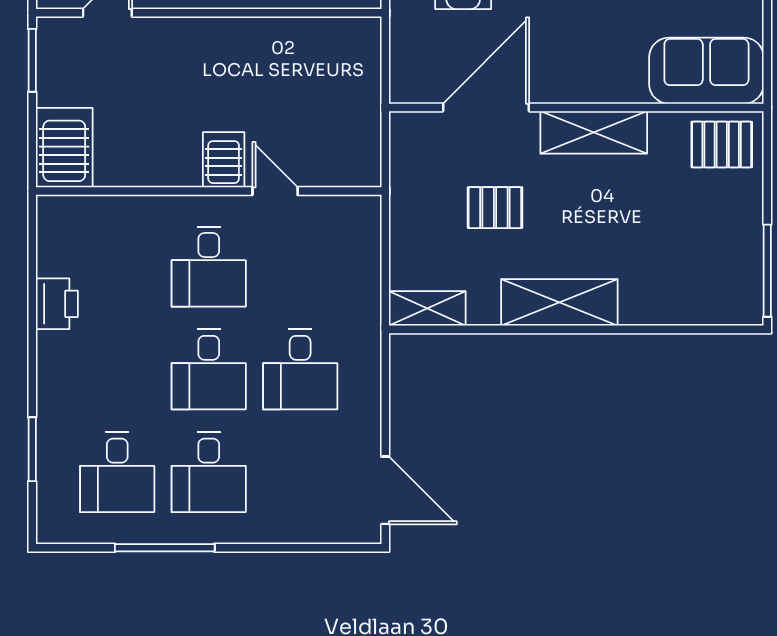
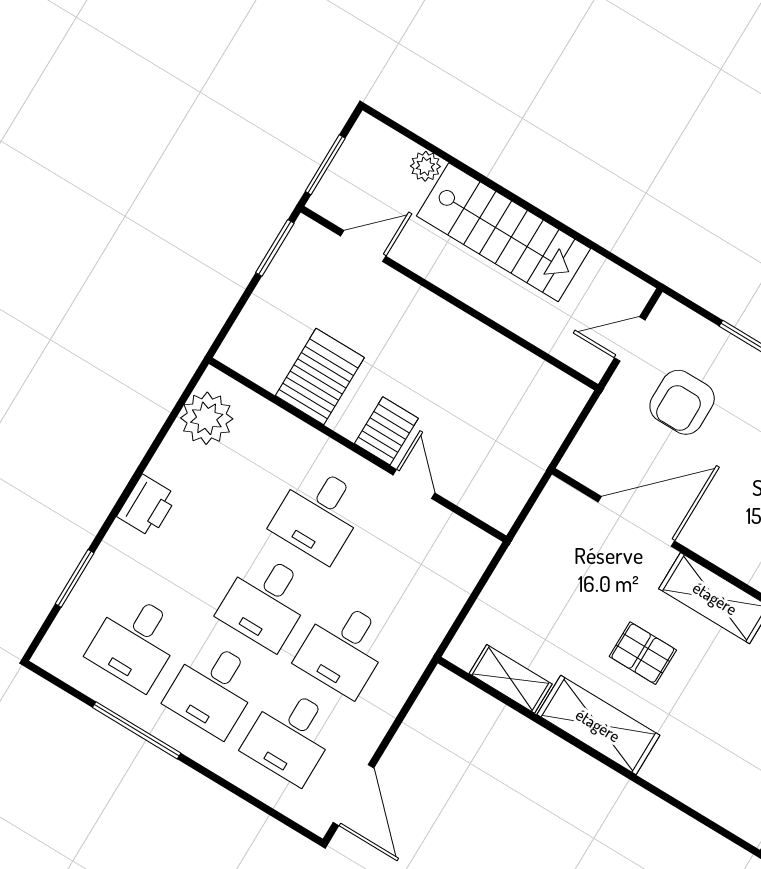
server rack: (64, 148) -> (320, 377), moved
pallet: (495, 208) -> (643, 653), moved
plant: (62, 243) -> (207, 418), added
printer: (57, 304) -> (147, 506), moved
shelving: (427, 308) -> (511, 679), moved
desk: (300, 472) -> (291, 736), added

